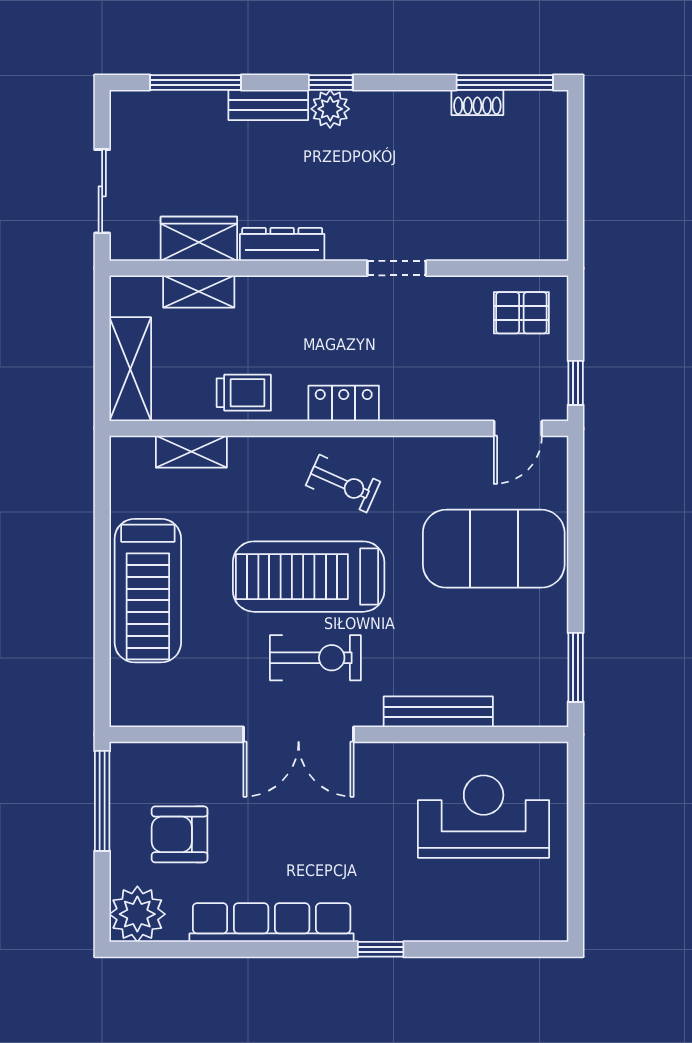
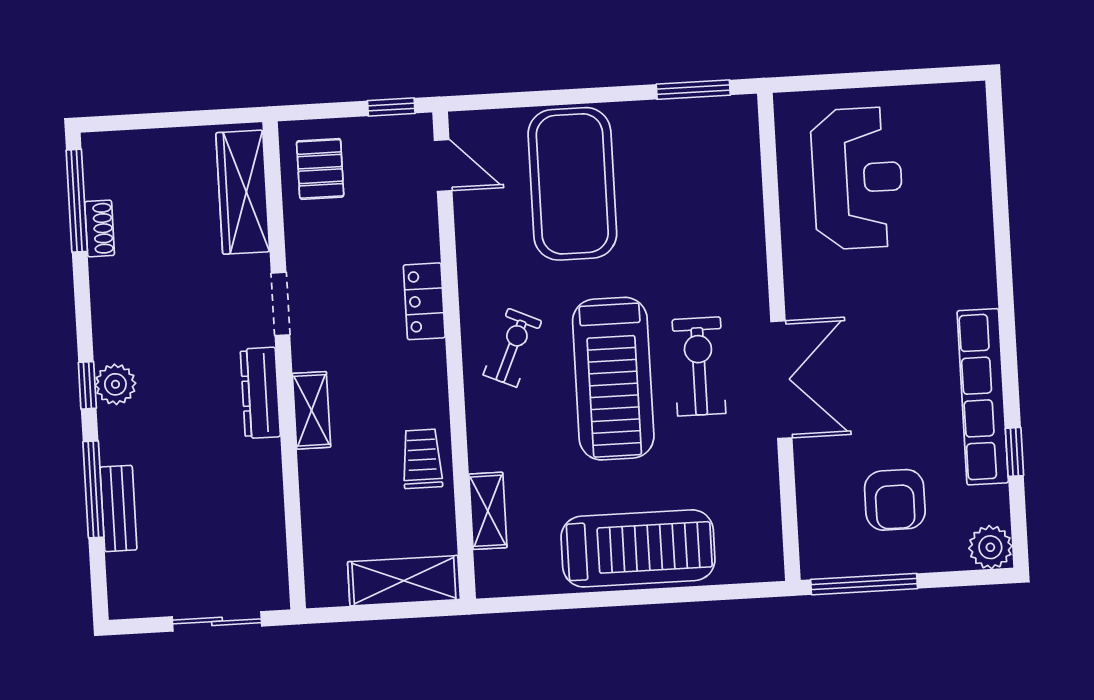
window: (195, 82) -> (93, 489), moved
bench: (268, 105) -> (118, 508), moved
wardrobe: (199, 239) -> (243, 192), moved, width x1.50
dresser: (282, 244) -> (260, 393), moved
shelving: (199, 292) -> (311, 410), moved
locker: (344, 403) -> (424, 301), moved
bench: (438, 712) -> (749, 233), removed
reception desk: (484, 817) -> (857, 178), turned 180
plant: (137, 914) -> (990, 547), width x0.73, depth x0.73
window: (381, 949) -> (1014, 452), moved

